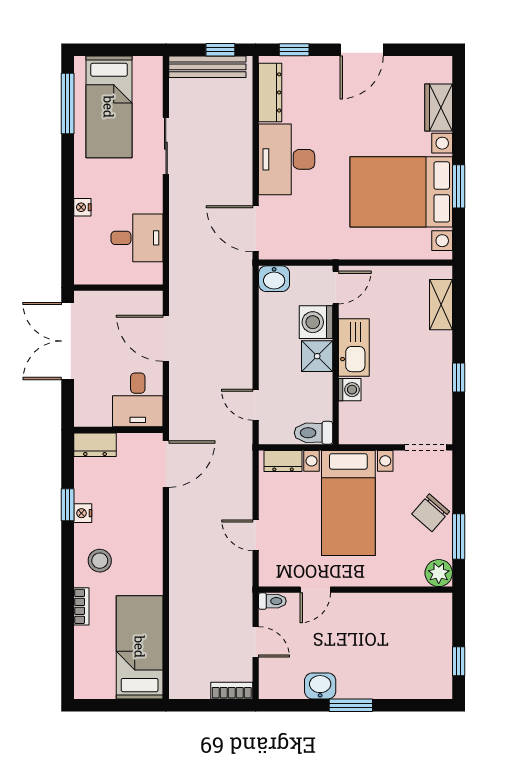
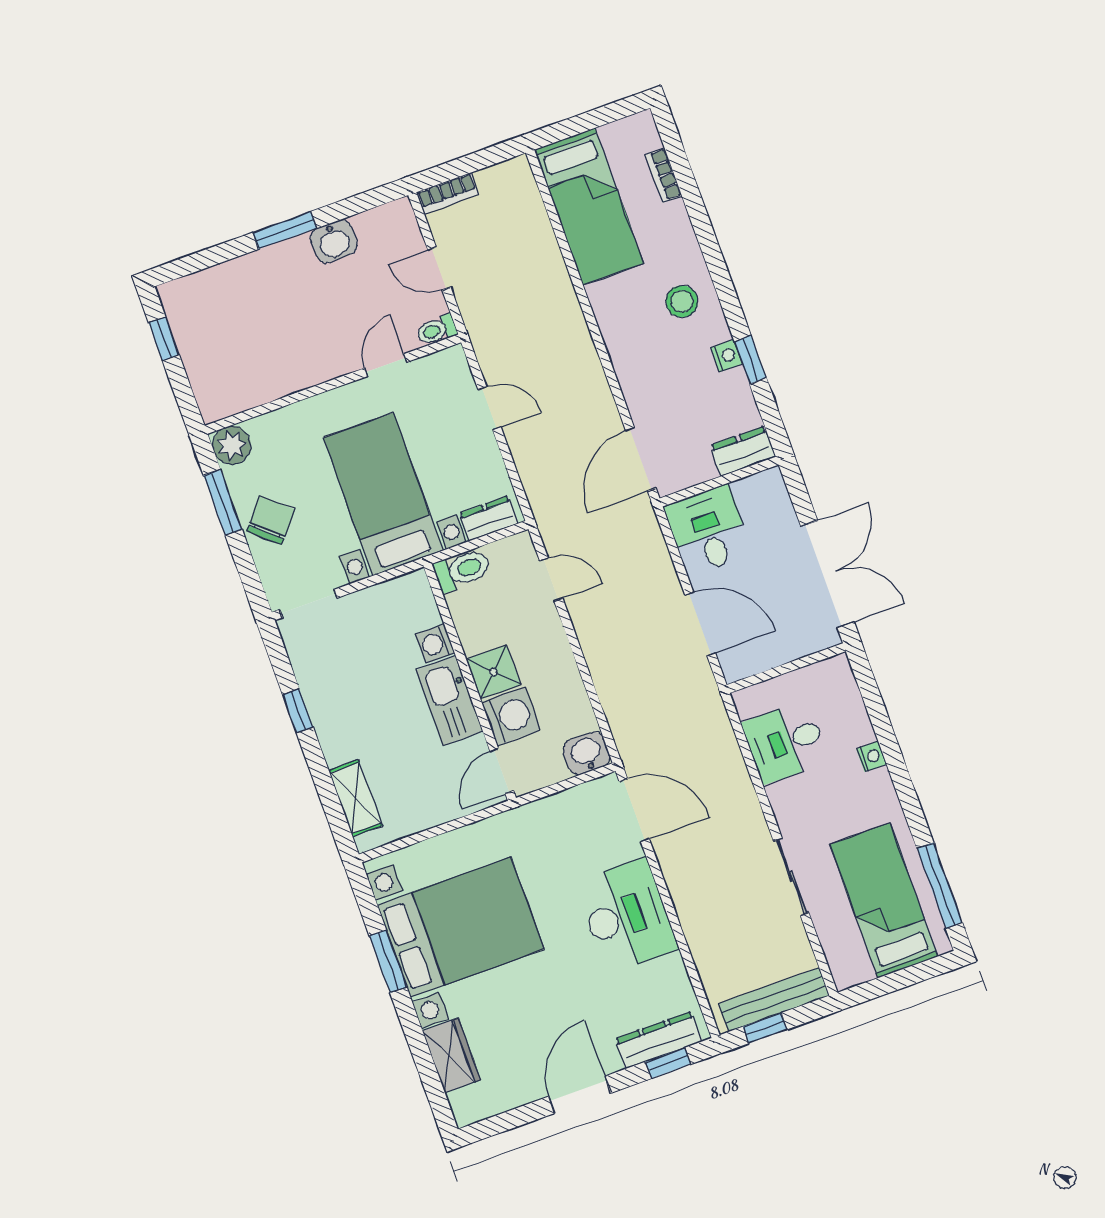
dresser: (270, 92) -> (659, 1040), moved, turned 90
bookcase: (81, 606) -> (664, 175), moved

